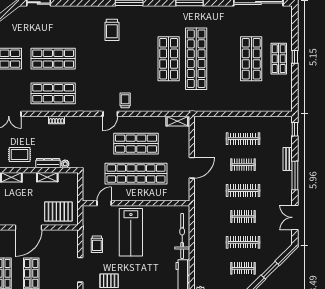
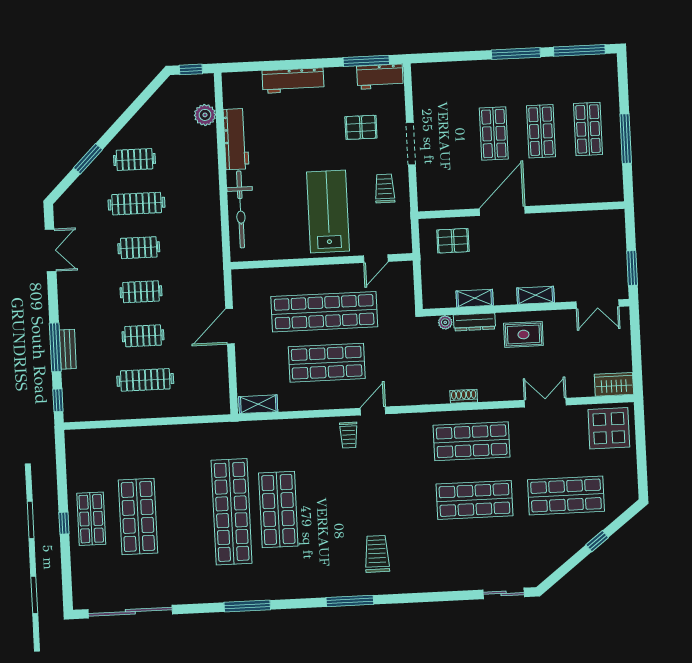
window: (295, 175) -> (55, 347), moved
clothes rail: (243, 191) -> (141, 292), width x0.73
pallet: (58, 212) -> (453, 241), width x0.67, depth x0.71

